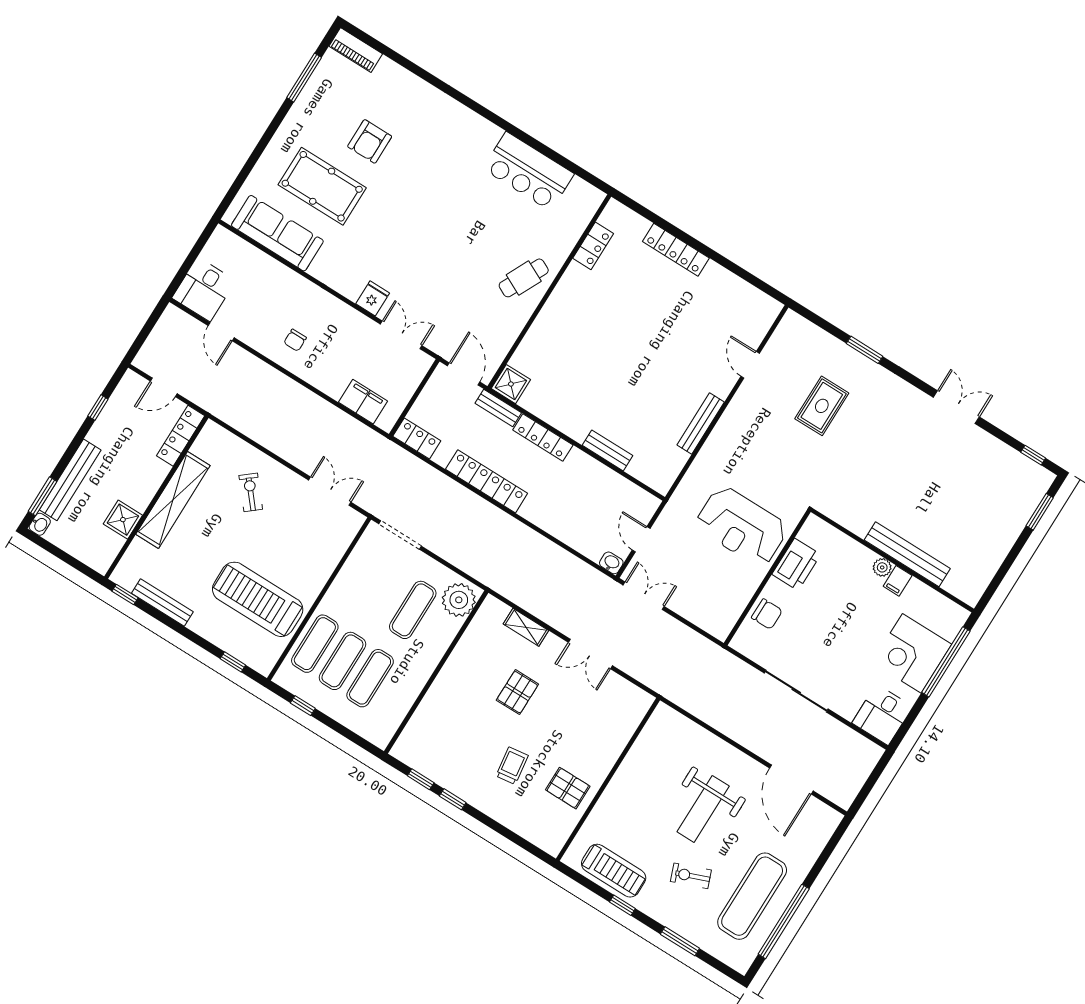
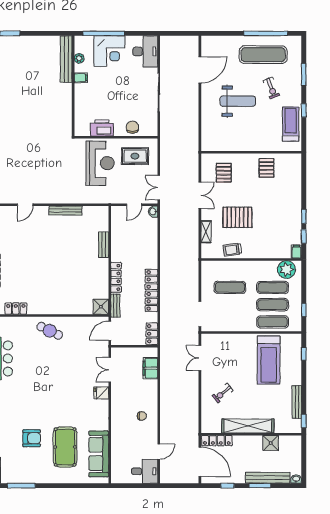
door: (164, 387) -> (200, 462), width x1.88
rug: (822, 406) -> (135, 156), moved
window: (43, 496) -> (260, 486), moved
bench: (907, 554) -> (66, 59), moved
plant: (882, 567) -> (79, 58), moved
plant: (459, 600) -> (286, 270), moved
pallet: (517, 692) -> (237, 217), width x1.50, depth x1.42
pallet: (603, 715) -> (224, 173), added
desk: (882, 715) -> (145, 51), width x1.37
filing cabinet: (403, 752) -> (296, 252), added
trolley: (512, 766) -> (232, 250), moved

